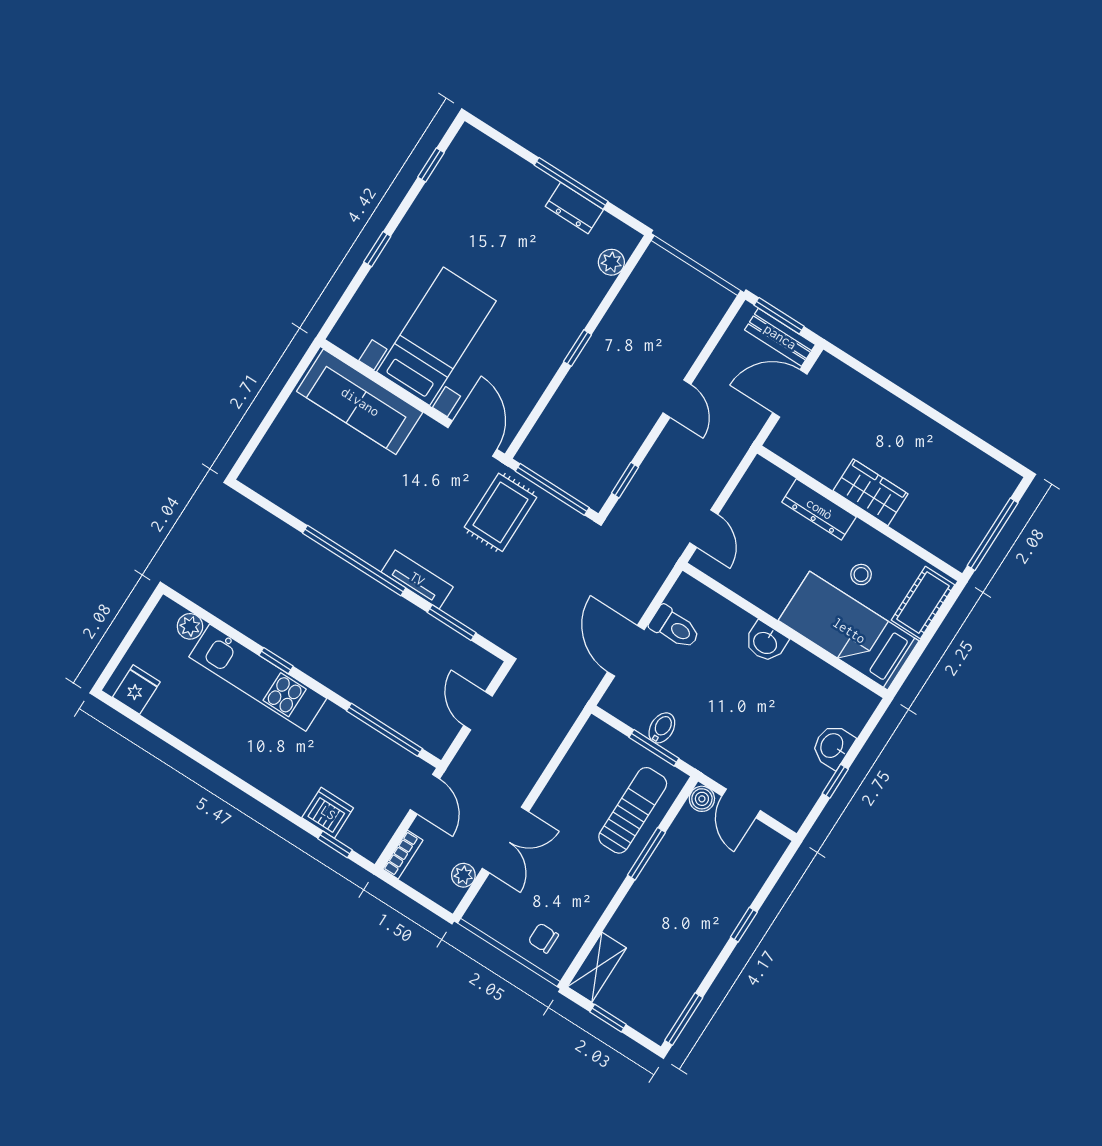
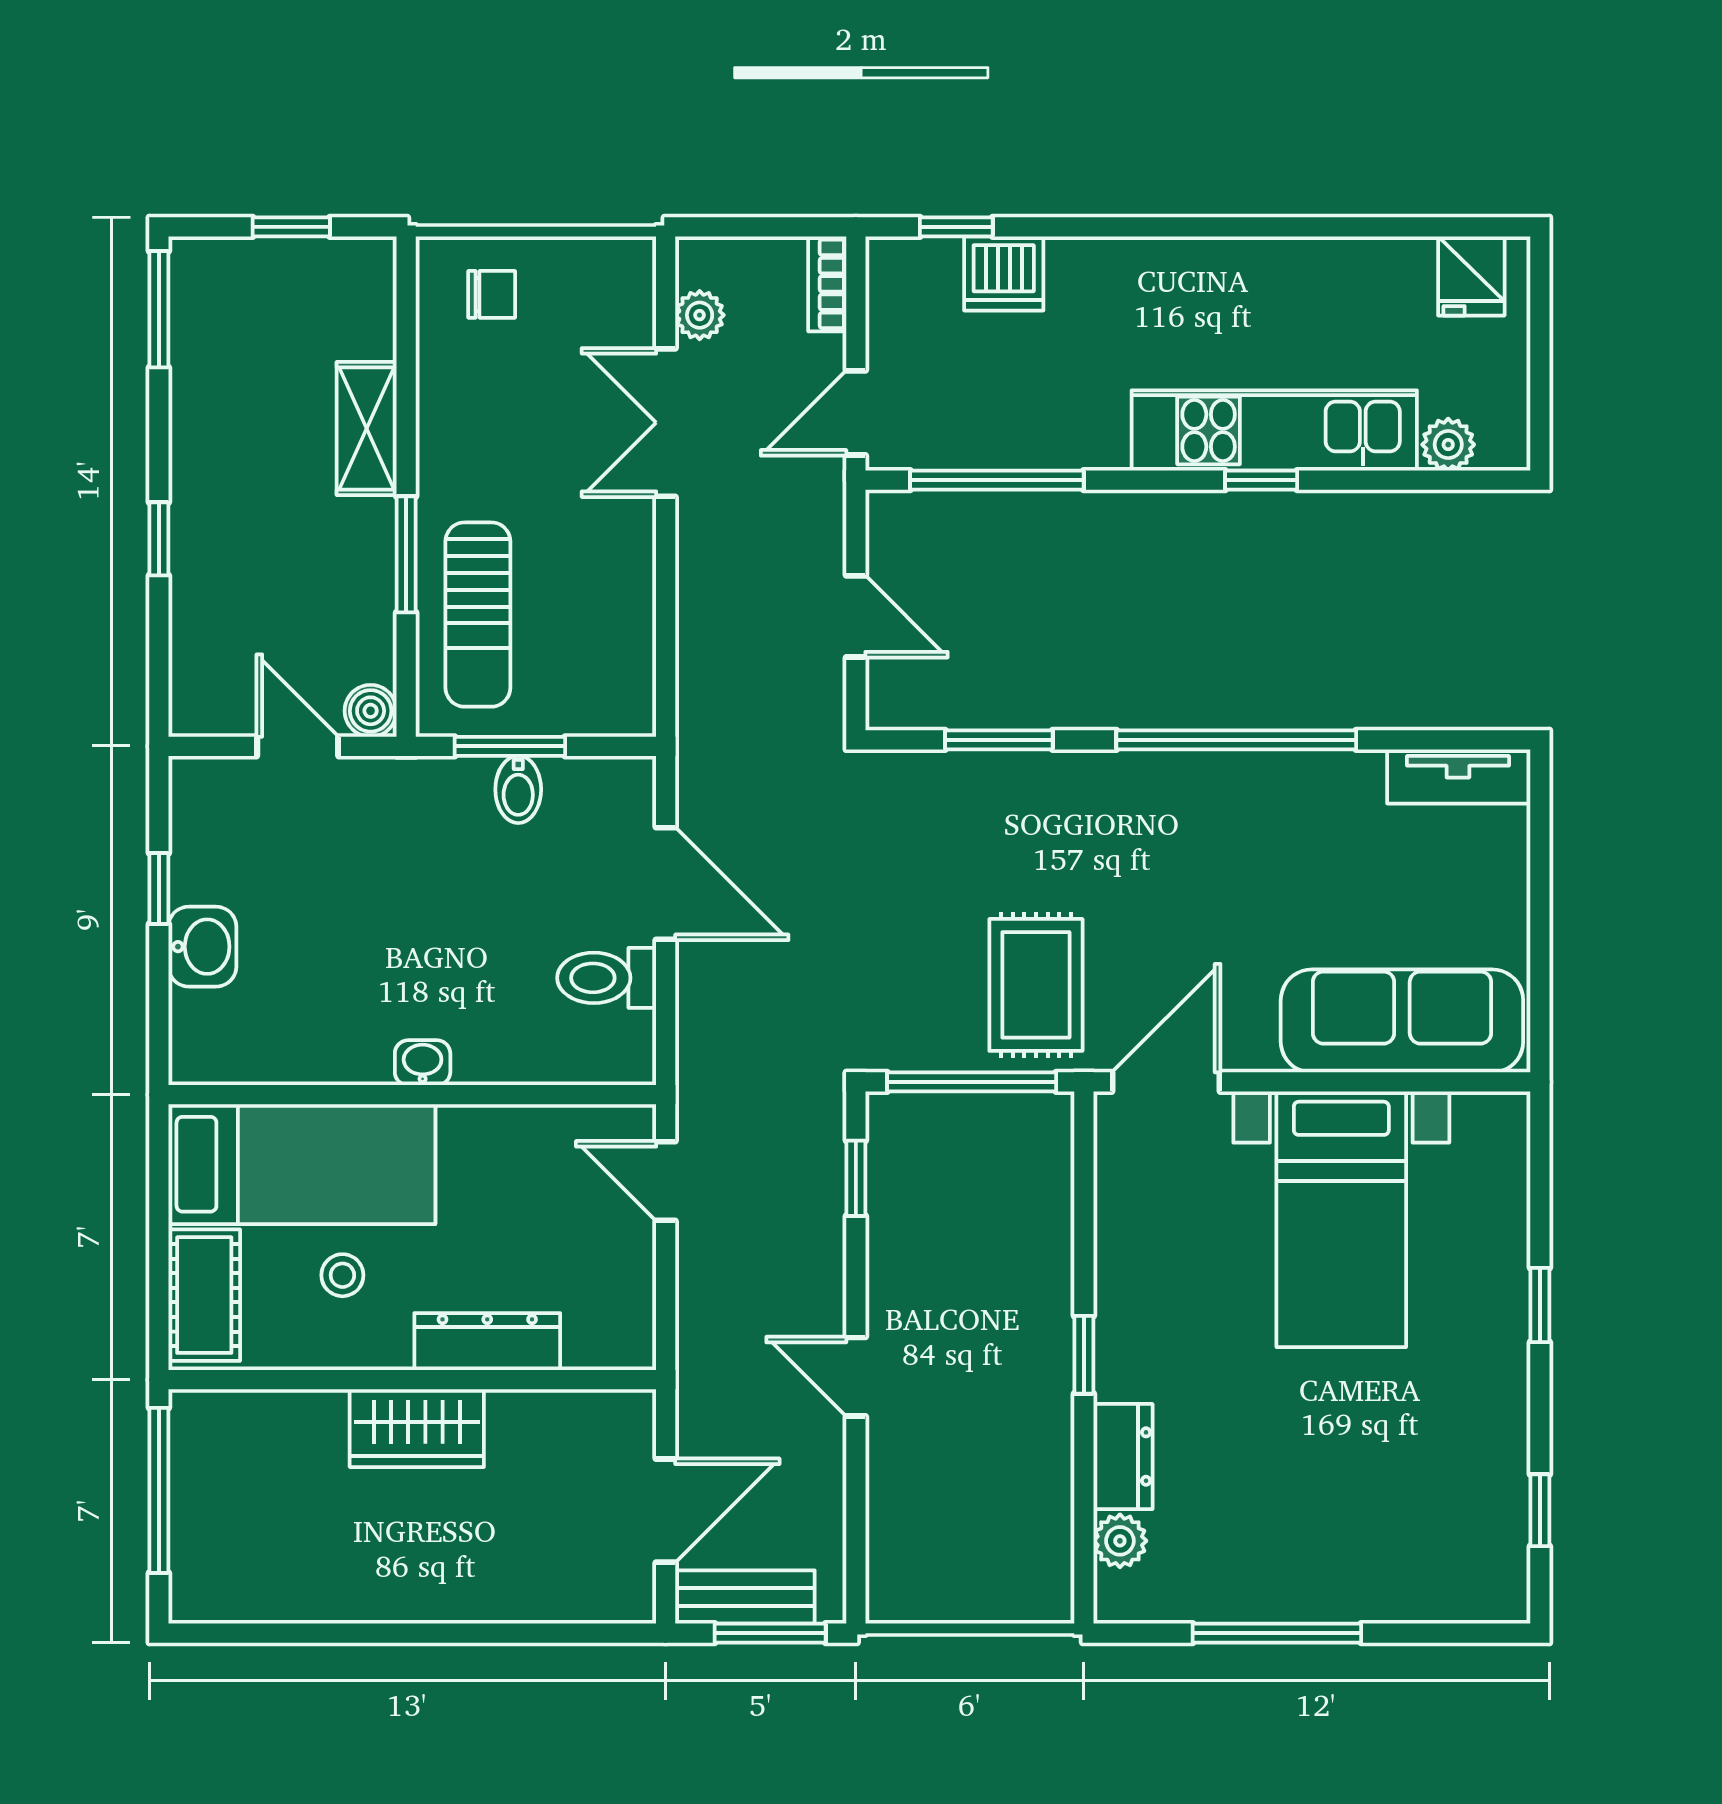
dresser: (574, 208) -> (1123, 1457), moved, turned 90
door: (472, 438) -> (1166, 1082), swing flipped
tv unit: (417, 579) -> (1458, 777), moved
washbasin: (766, 642) -> (423, 1063), width x0.72, depth x0.69
door: (425, 794) -> (856, 413), hinge flipped
shelving: (597, 967) -> (367, 428), moved

